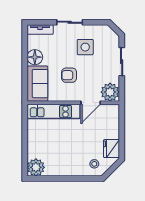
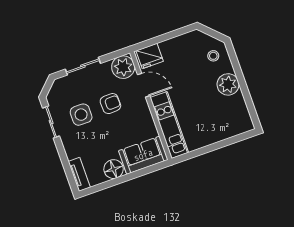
sliding door: (70, 22) -> (51, 122), moved
armchair: (69, 75) -> (110, 104), moved, turned -92
fridge: (111, 149) -> (150, 56), moved
plant: (36, 167) -> (228, 84), moved

